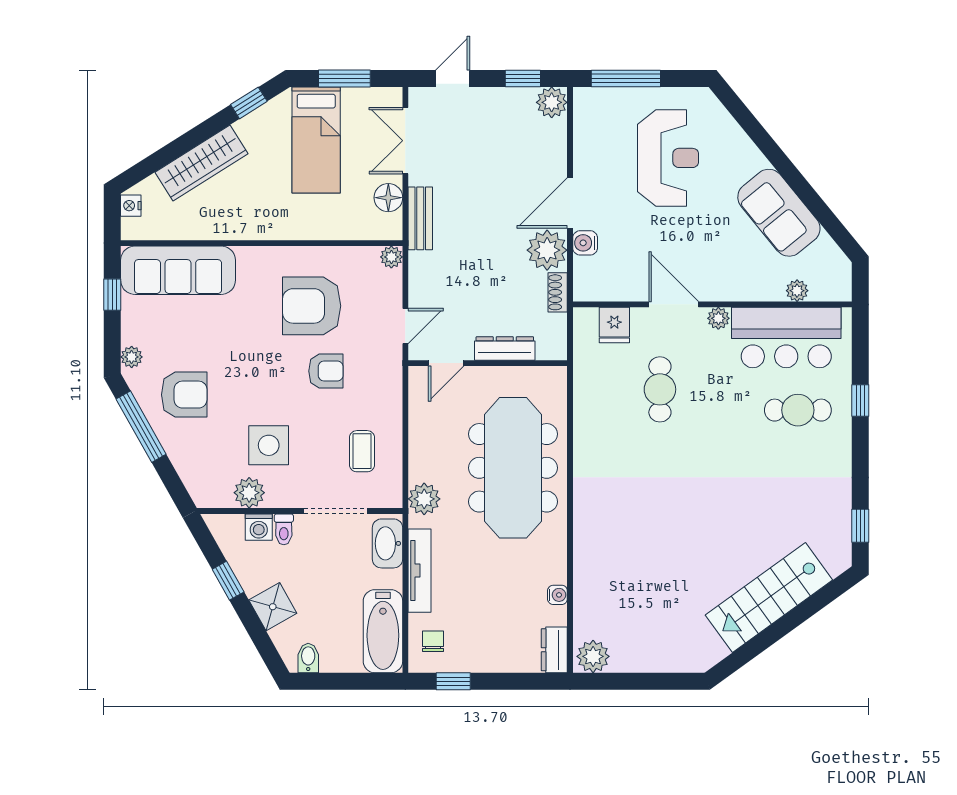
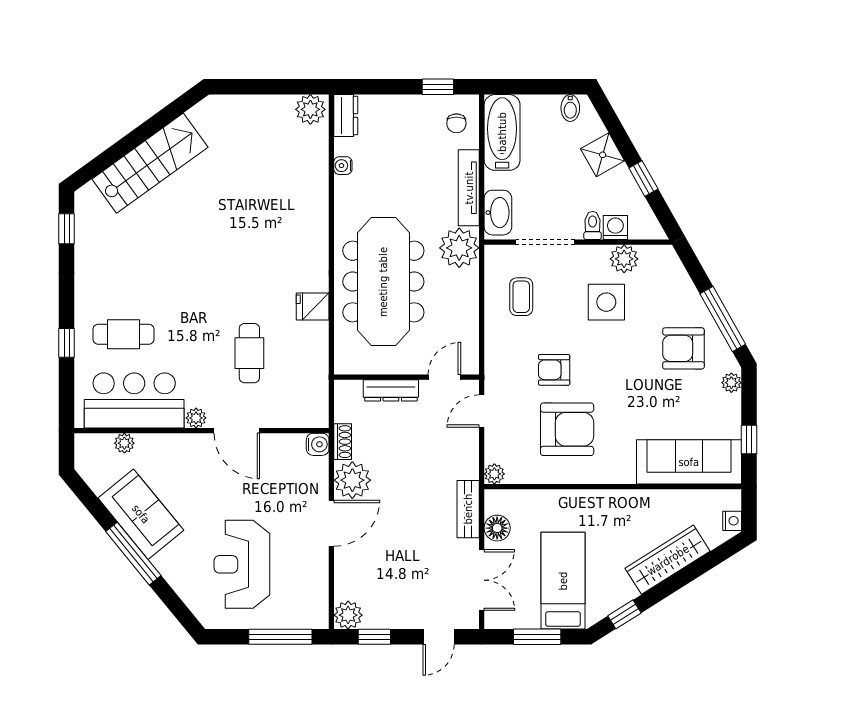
window: (787, 170) -> (133, 554), added
water cooler: (585, 243) -> (318, 444), moved
fridge: (614, 325) -> (313, 306), moved, turned -90
plant: (424, 499) -> (459, 248), width x1.36, depth x1.36

